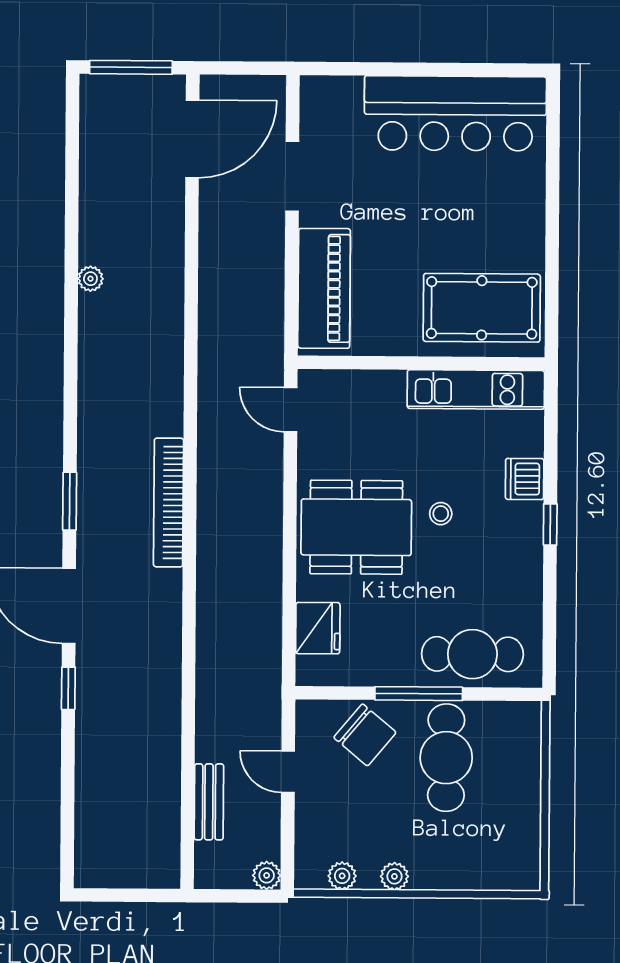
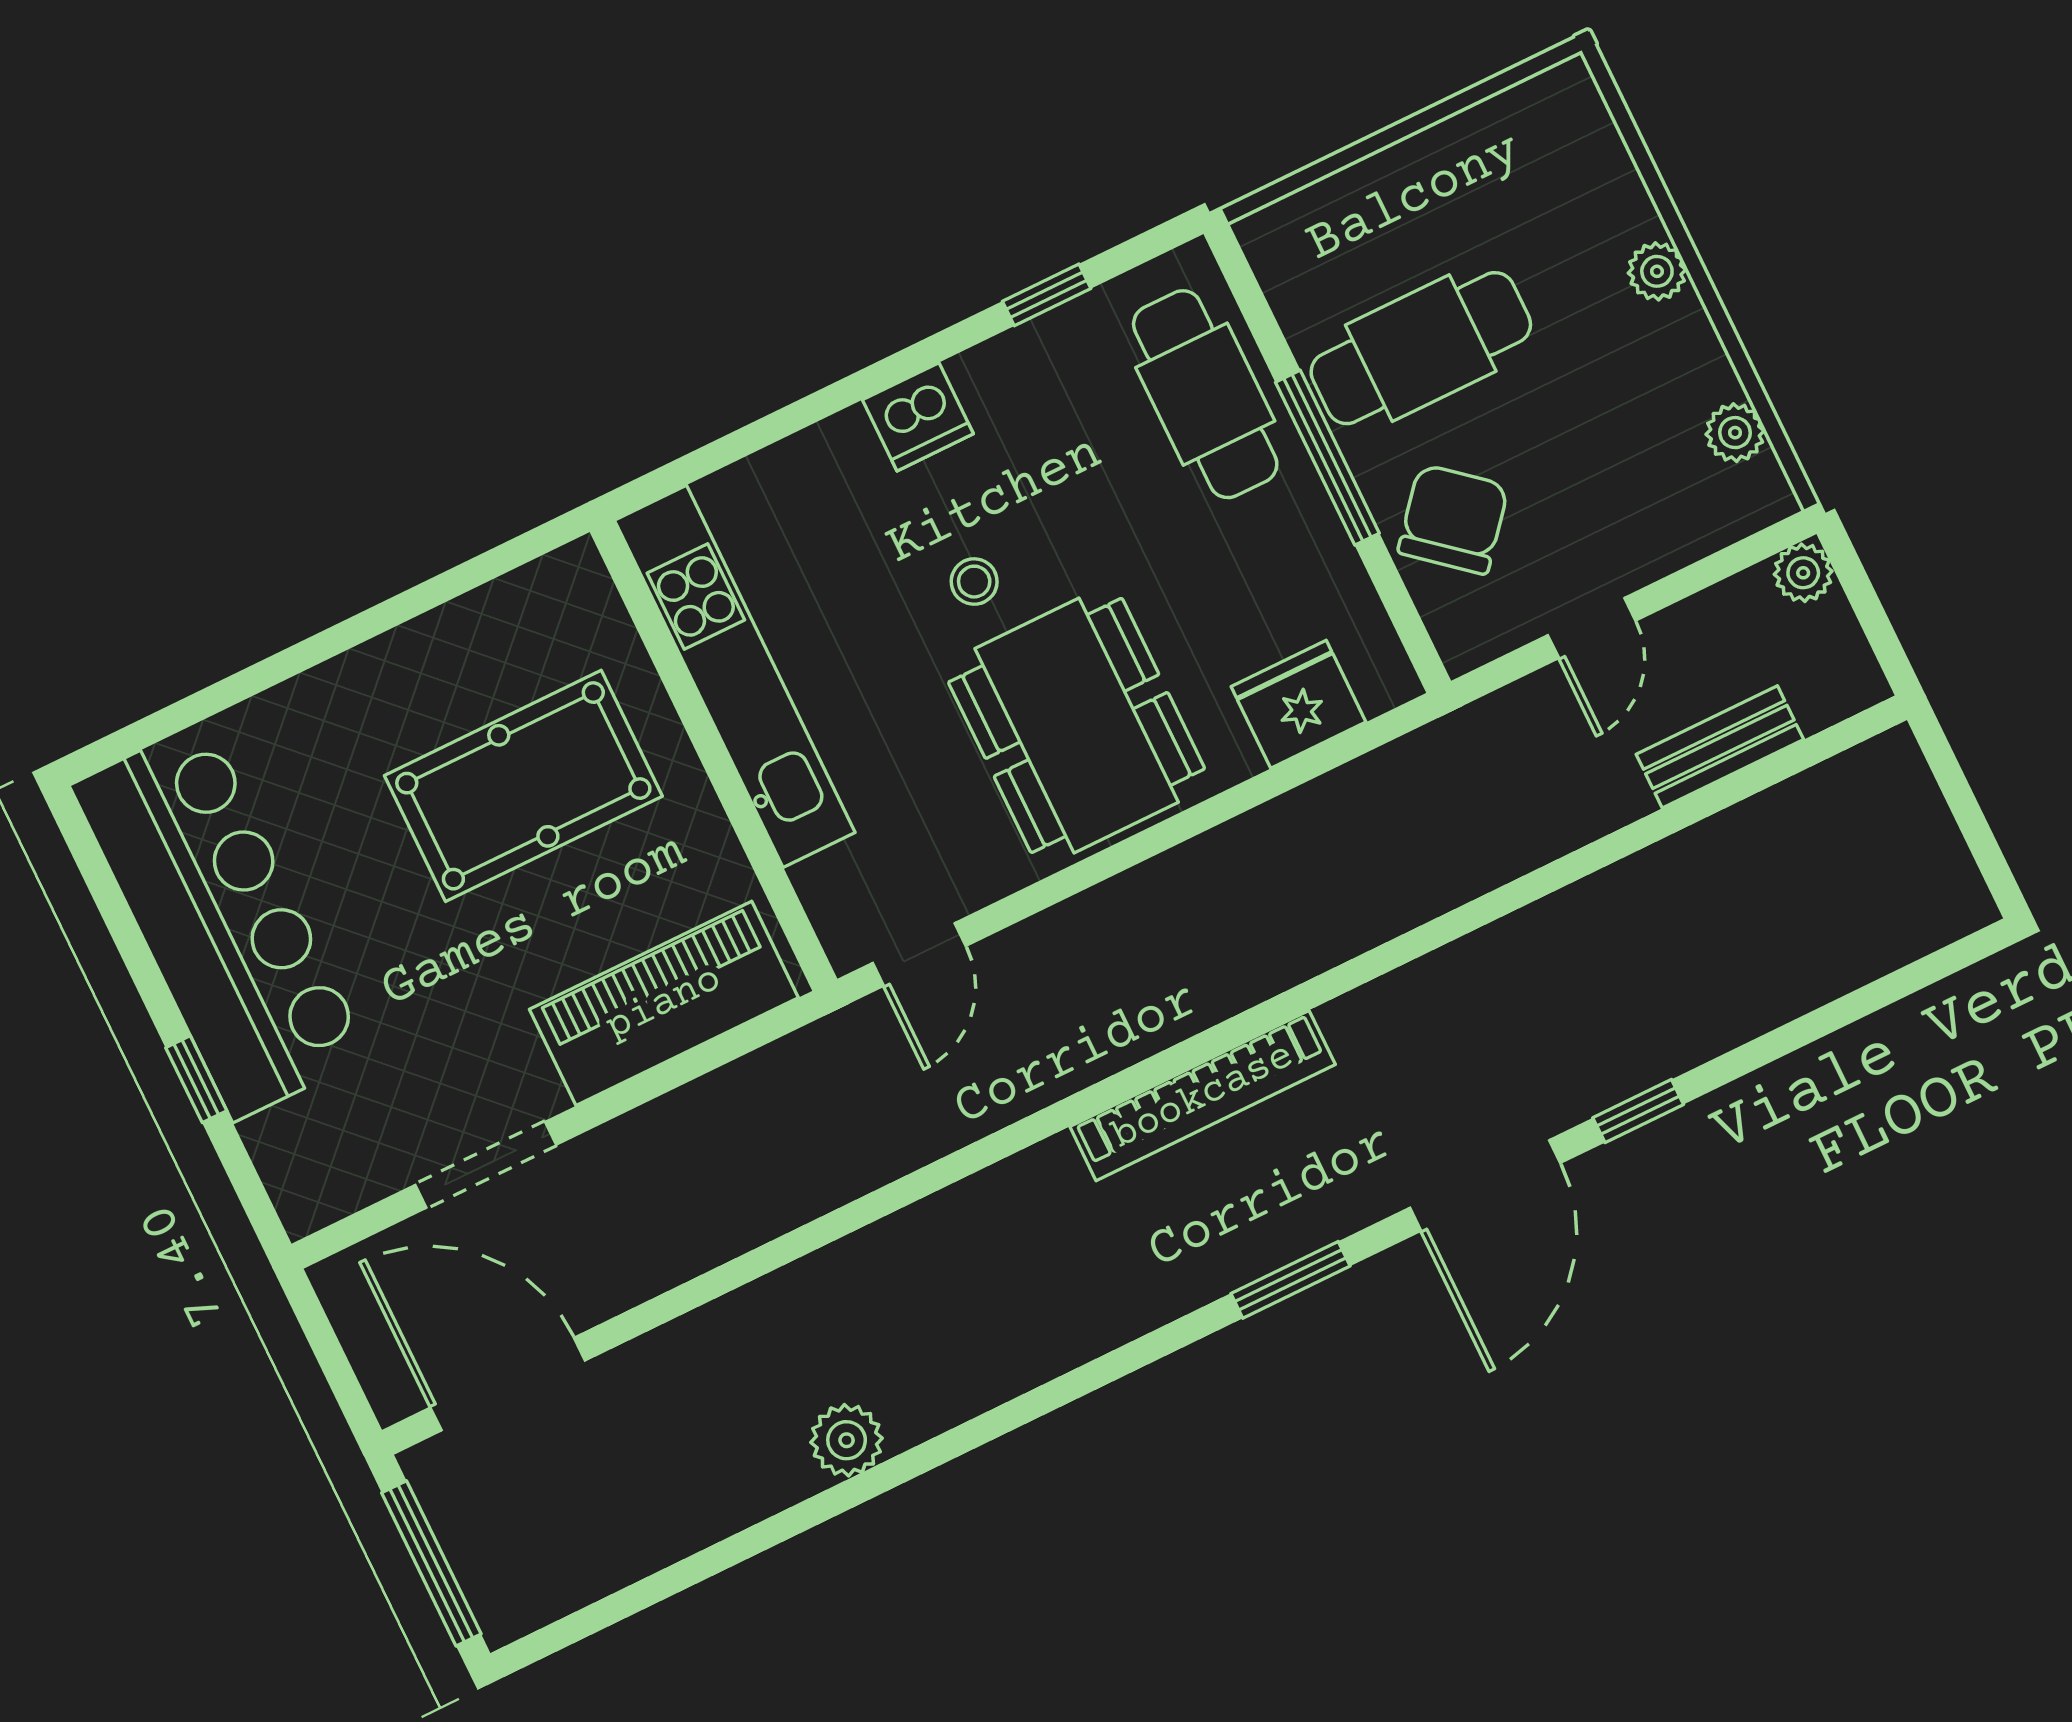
window: (392, 69) -> (196, 1079), added
plant: (90, 279) -> (847, 1440), width x1.38, depth x1.38
pool table: (482, 308) -> (523, 786), moved, turned 90
kitchen unit: (476, 389) -> (735, 676), width x1.36
dishwasher: (525, 479) -> (918, 417), moved
window: (550, 524) -> (1047, 295), moved
plant: (394, 876) -> (1657, 271), moved

